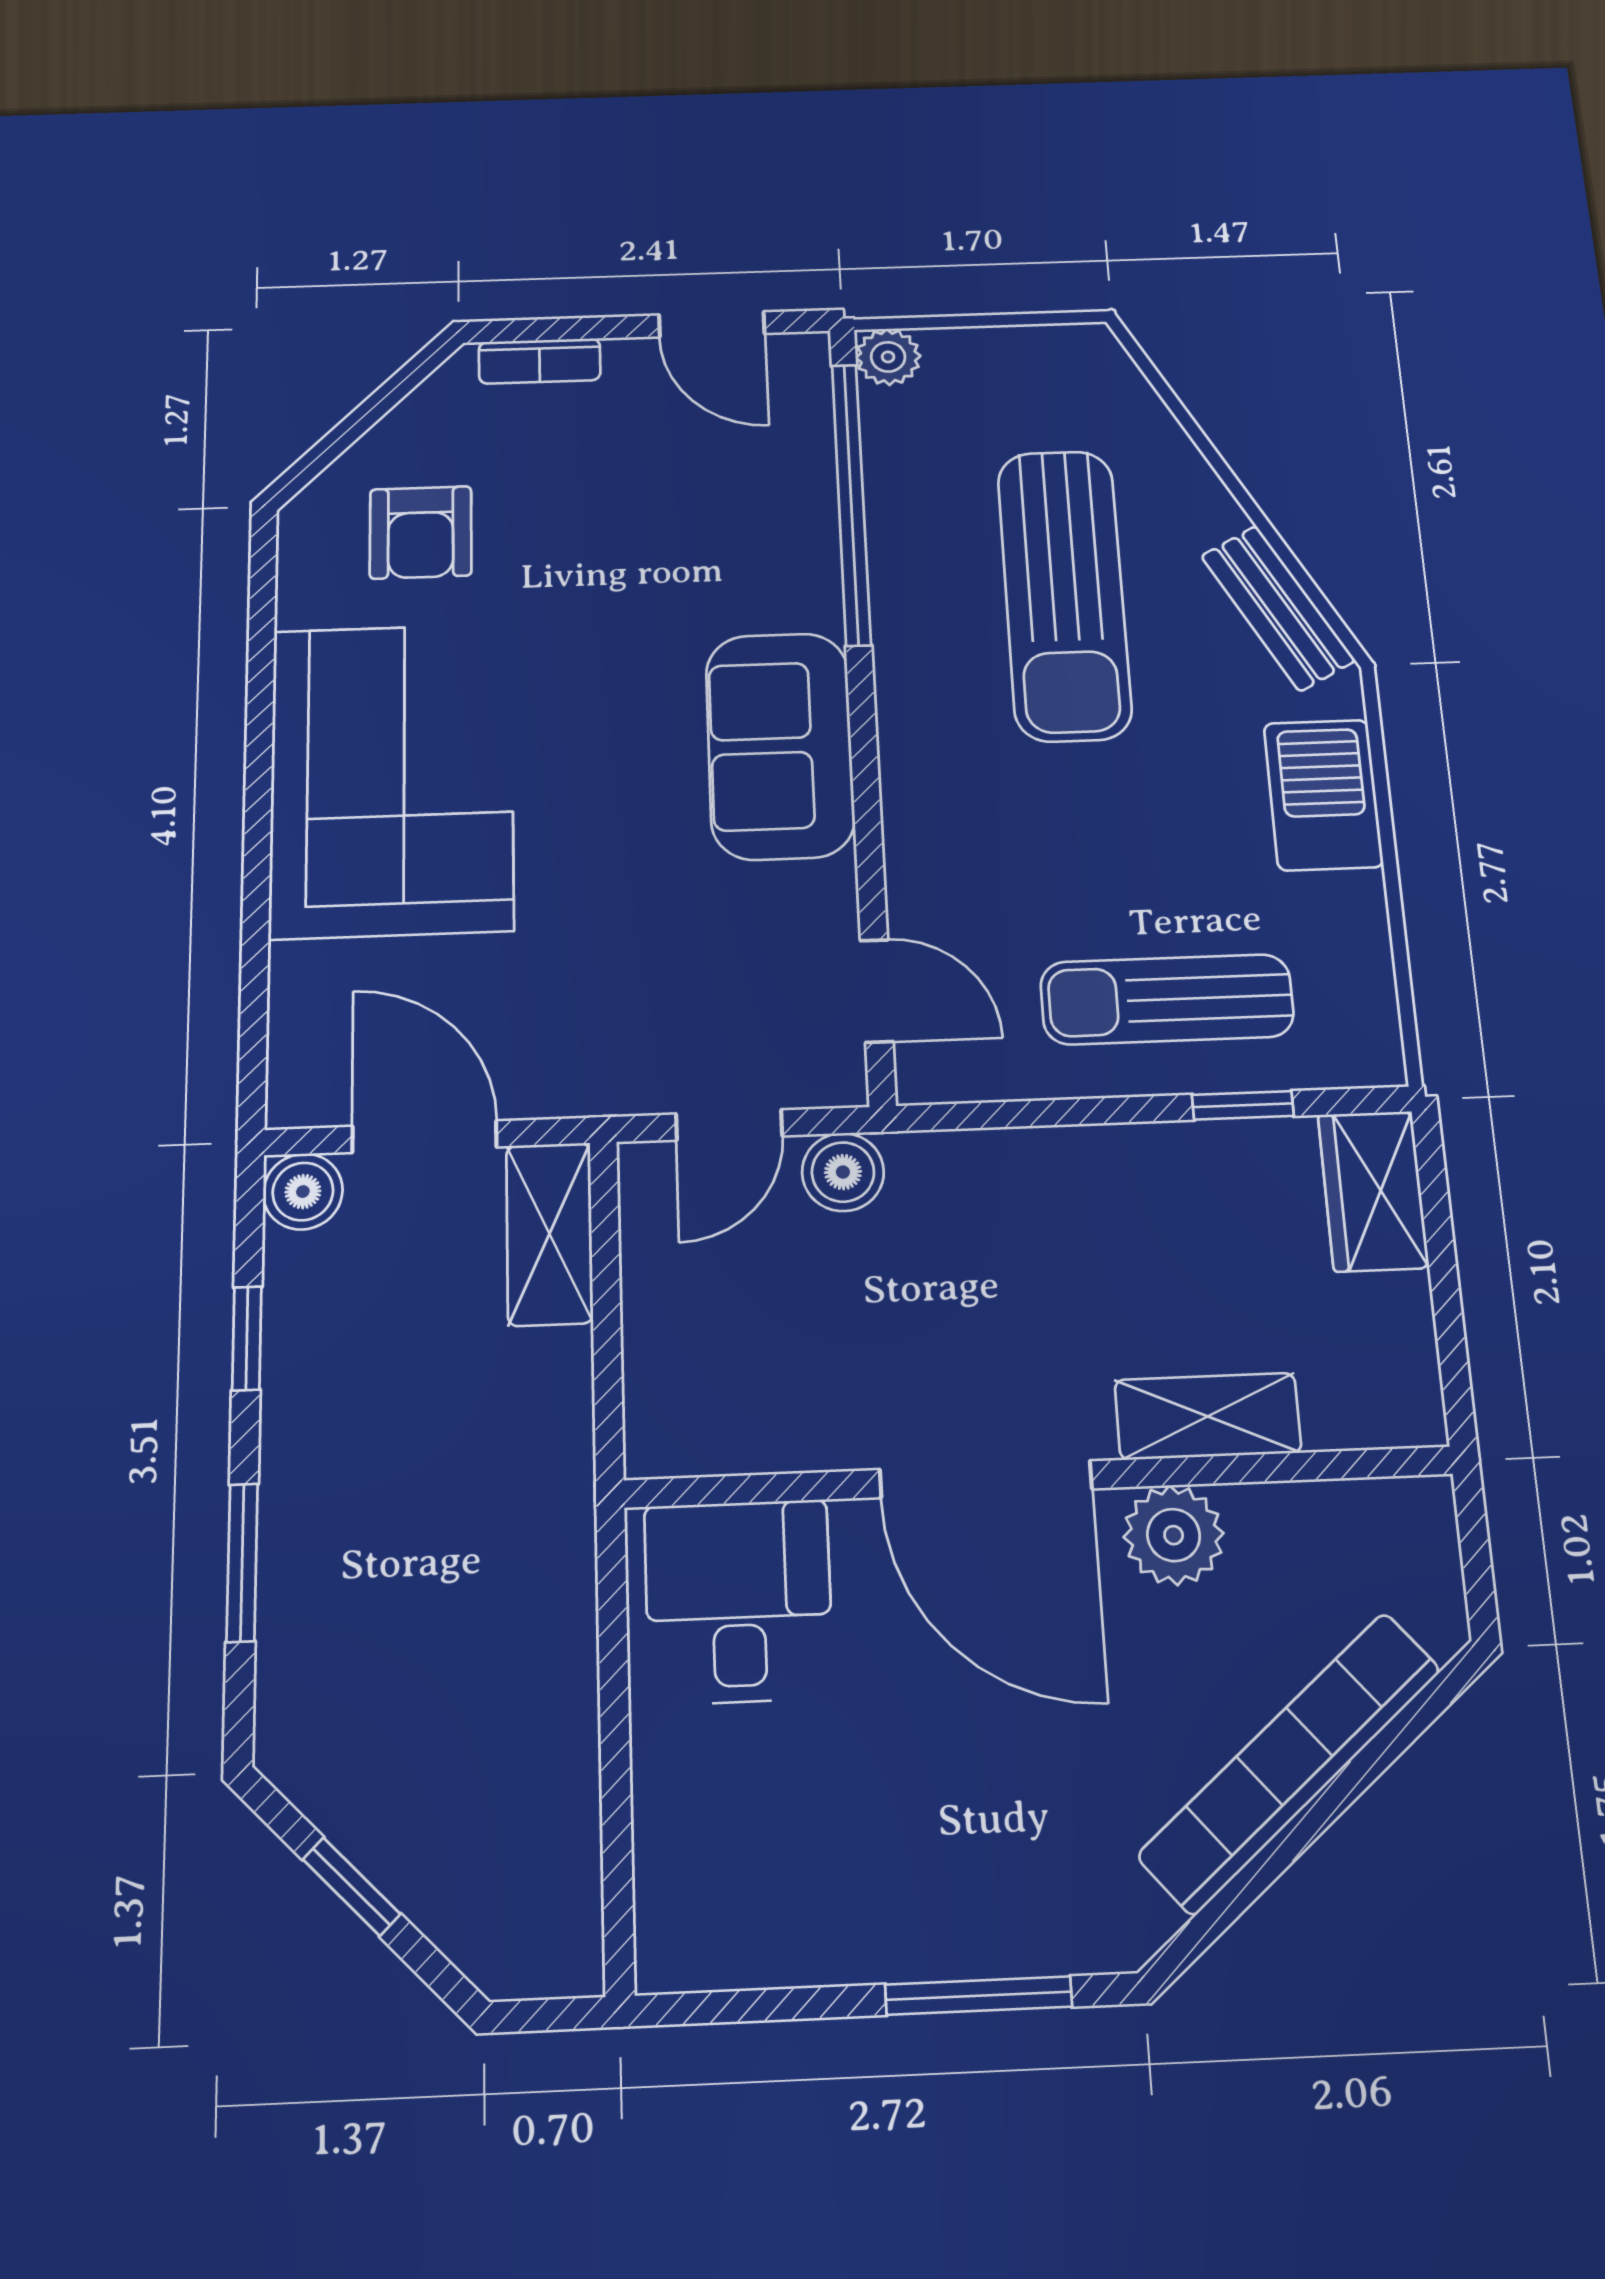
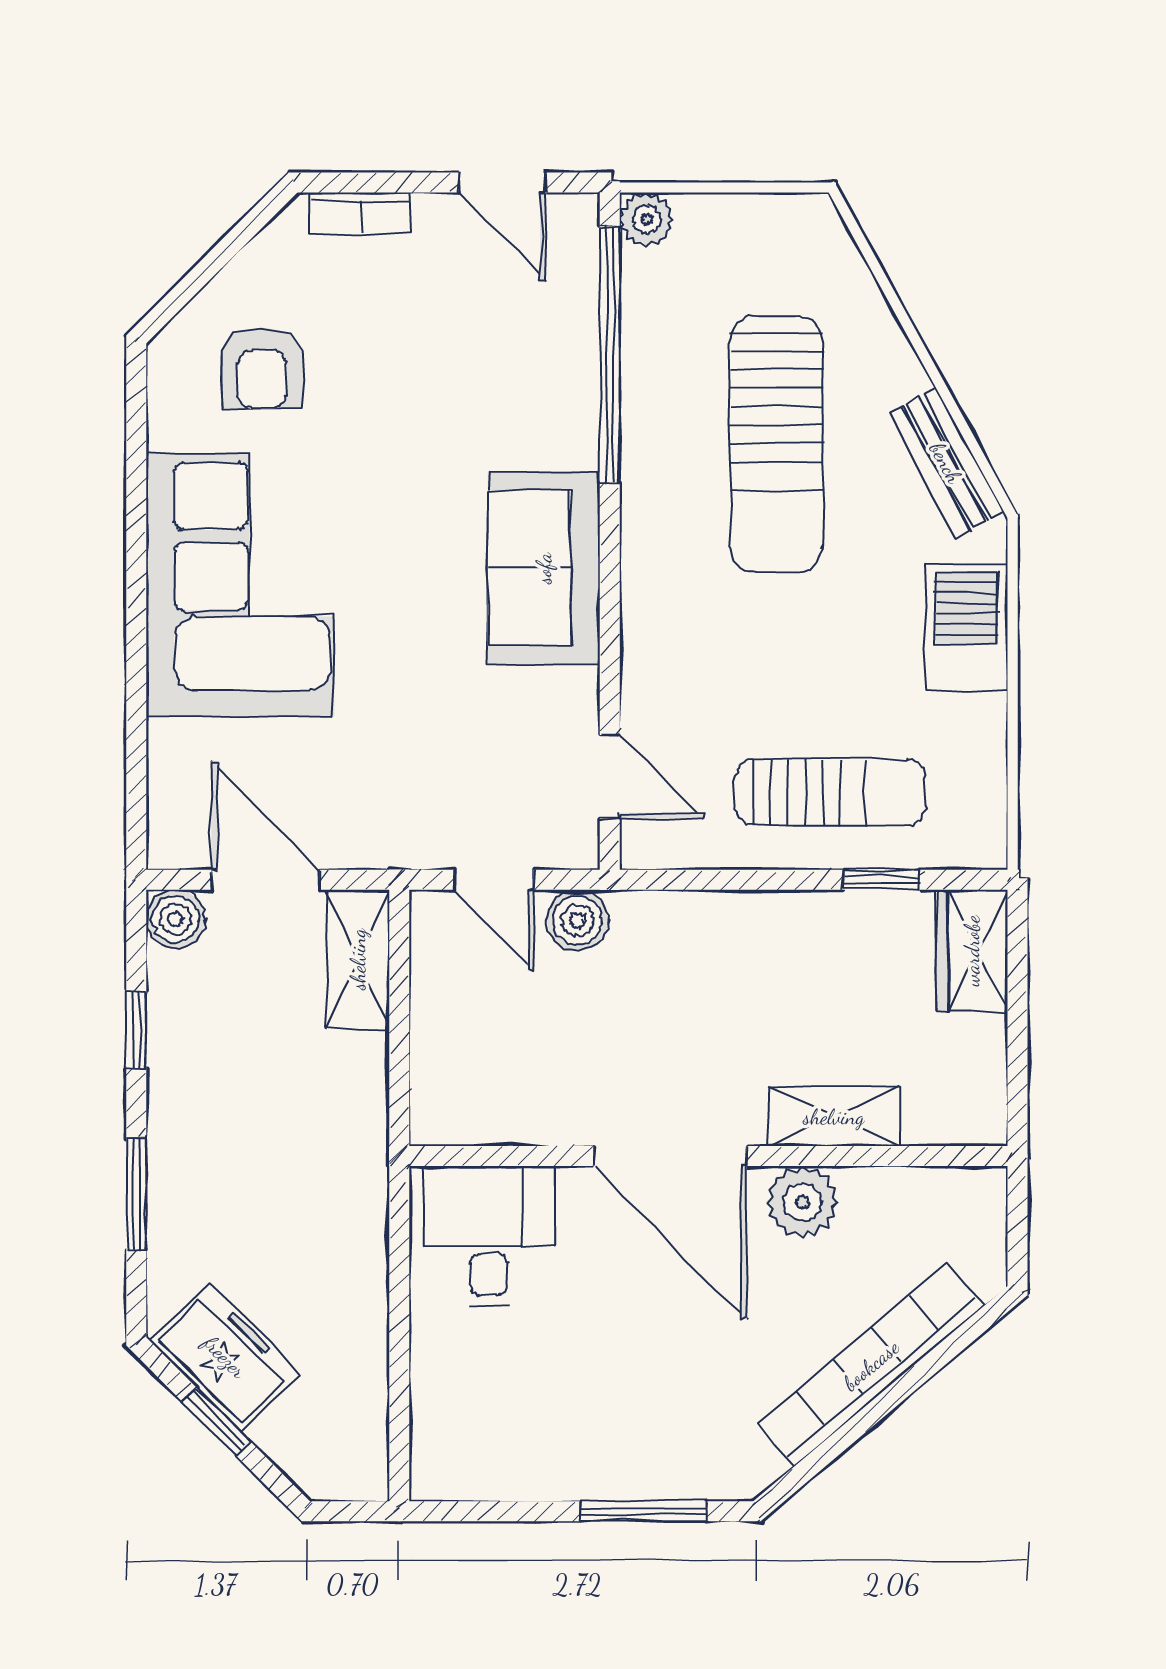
sun lounger: (1167, 999) -> (831, 793), turned 180
door: (729, 1125) -> (494, 880), hinge flipped
freezer: (365, 1791) -> (225, 1357), added

